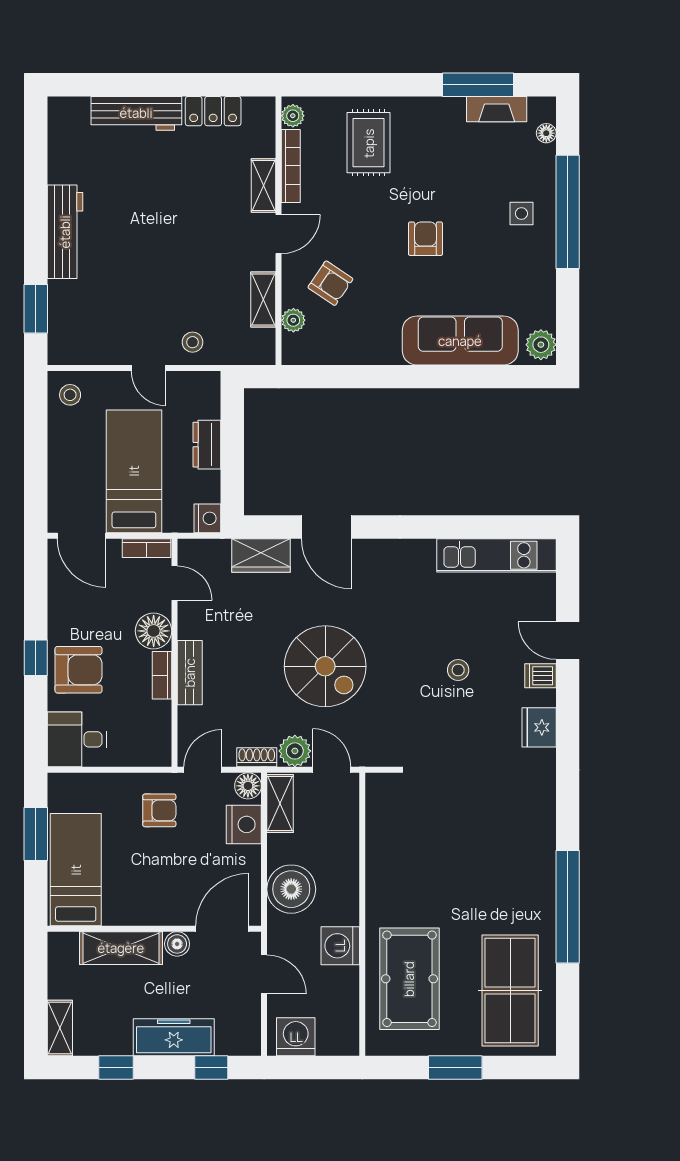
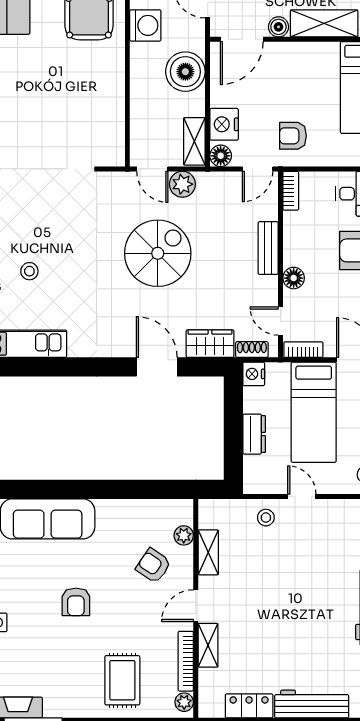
floor lamp: (154, 631) -> (294, 278), width x0.73, depth x0.73
spiral stairs: (325, 666) -> (158, 253), turned 90
stool: (458, 670) -> (29, 271), moved
bookcase: (162, 675) -> (291, 191), moved
shoe rack: (257, 757) -> (252, 350), moved, turned 180

